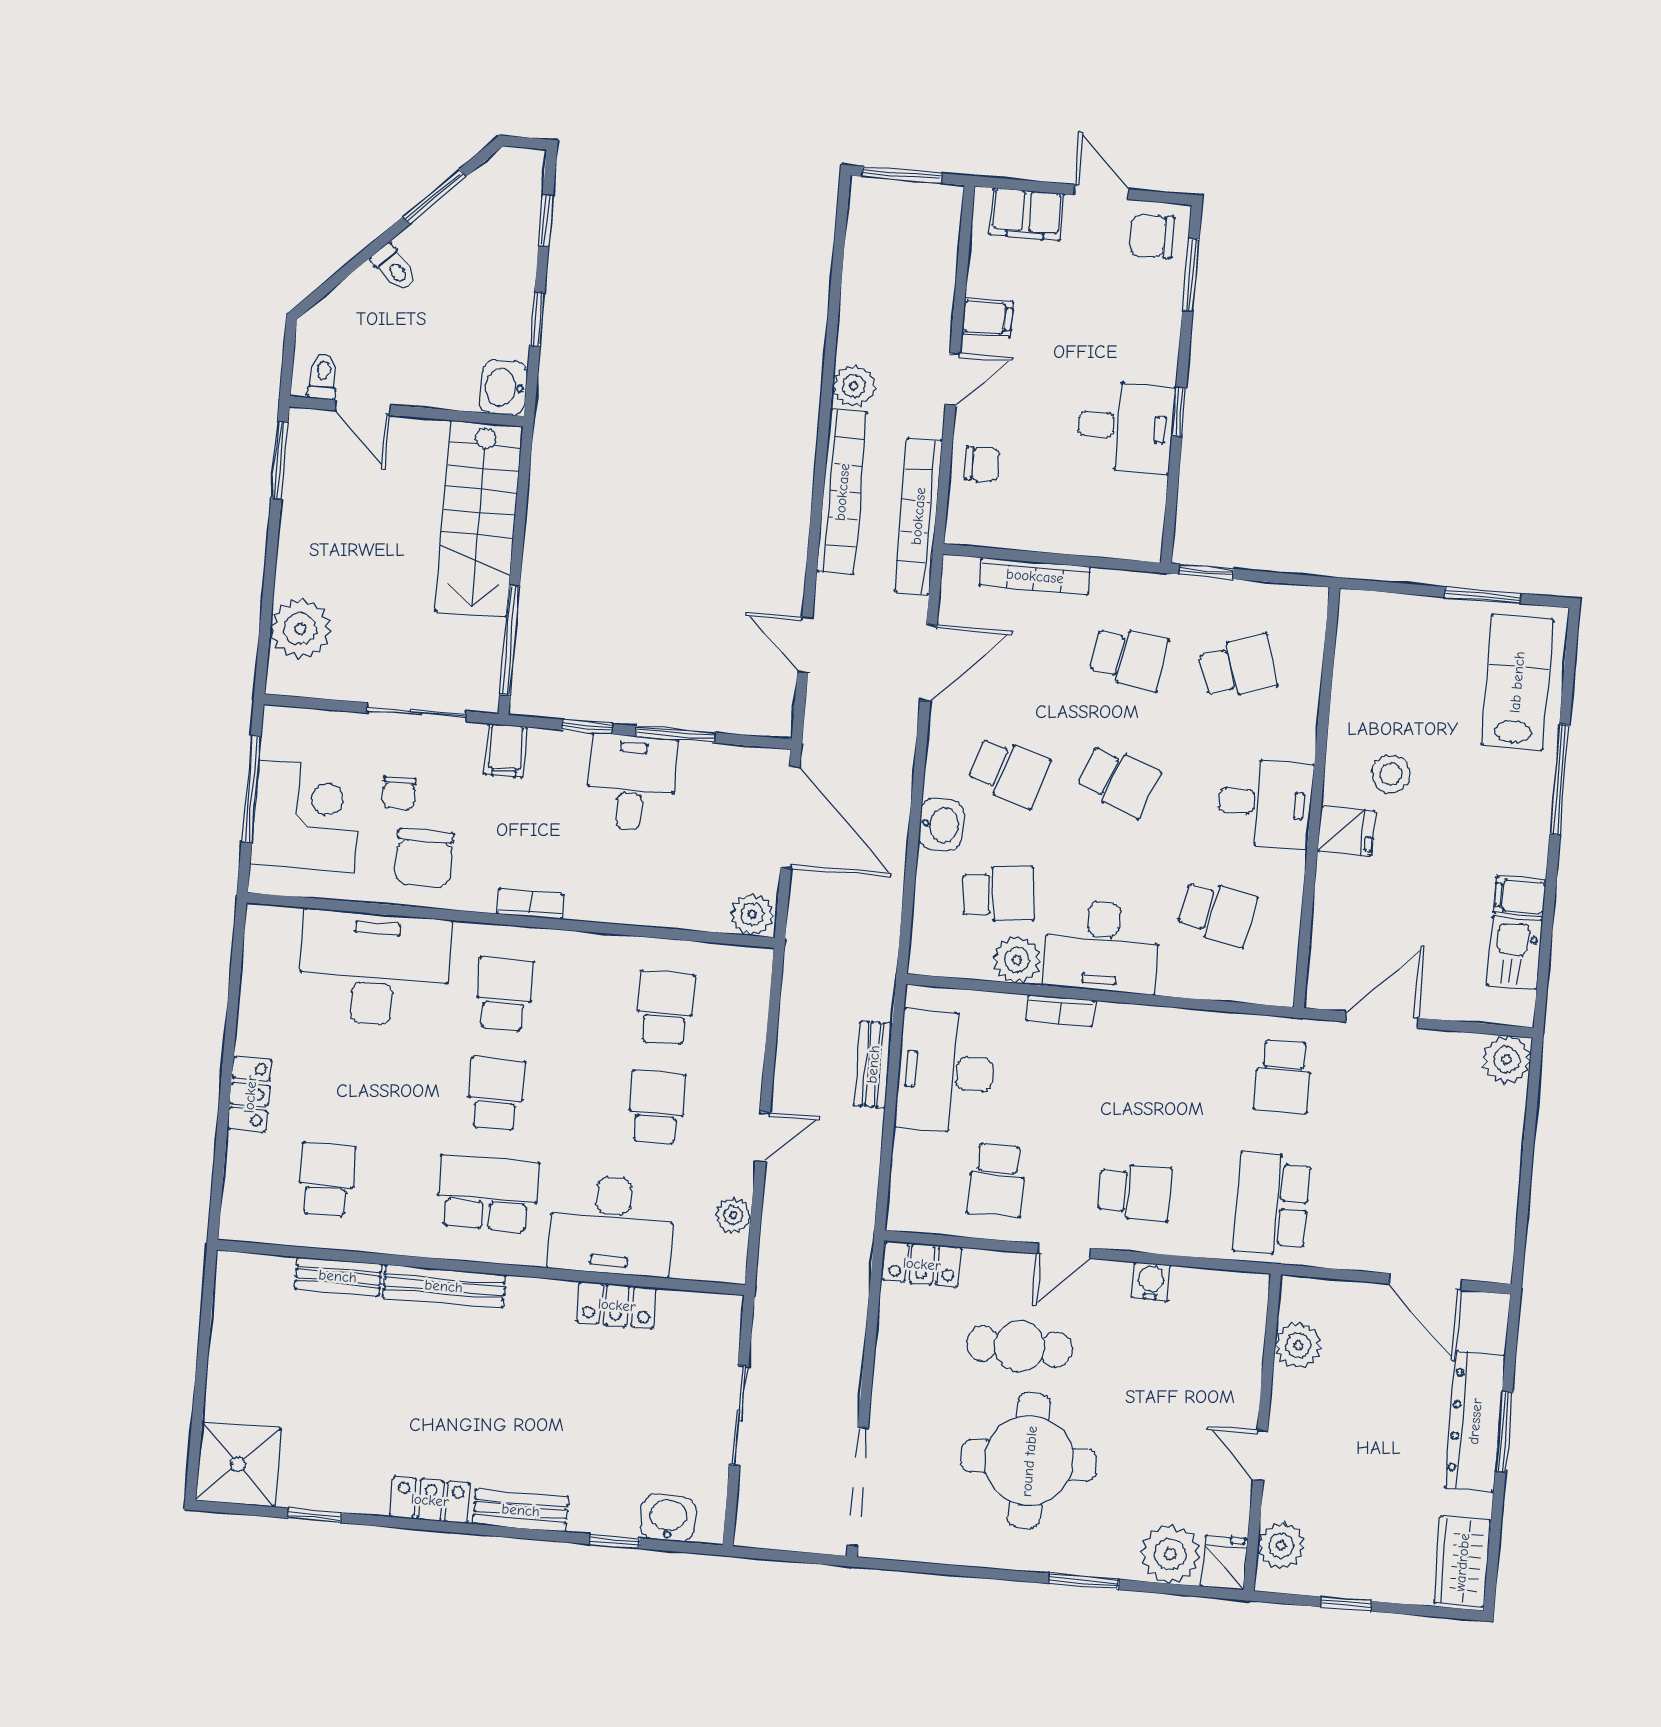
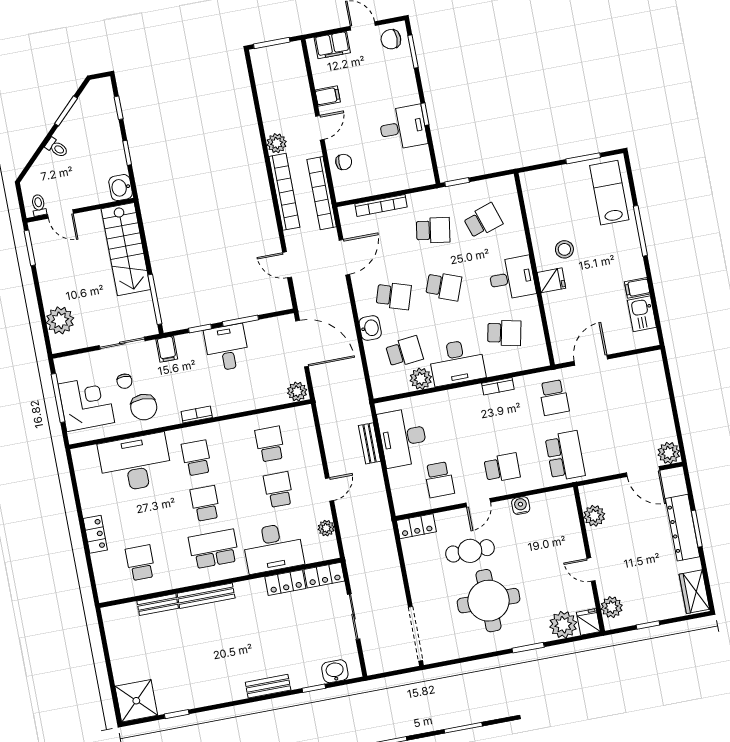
bookcase: (1060, 1011) -> (498, 386), moved
plant: (1507, 1060) -> (669, 453), moved
school desk: (1272, 1204) -> (565, 456), turned 180
locker: (430, 1500) -> (324, 575), moved, turned 180

